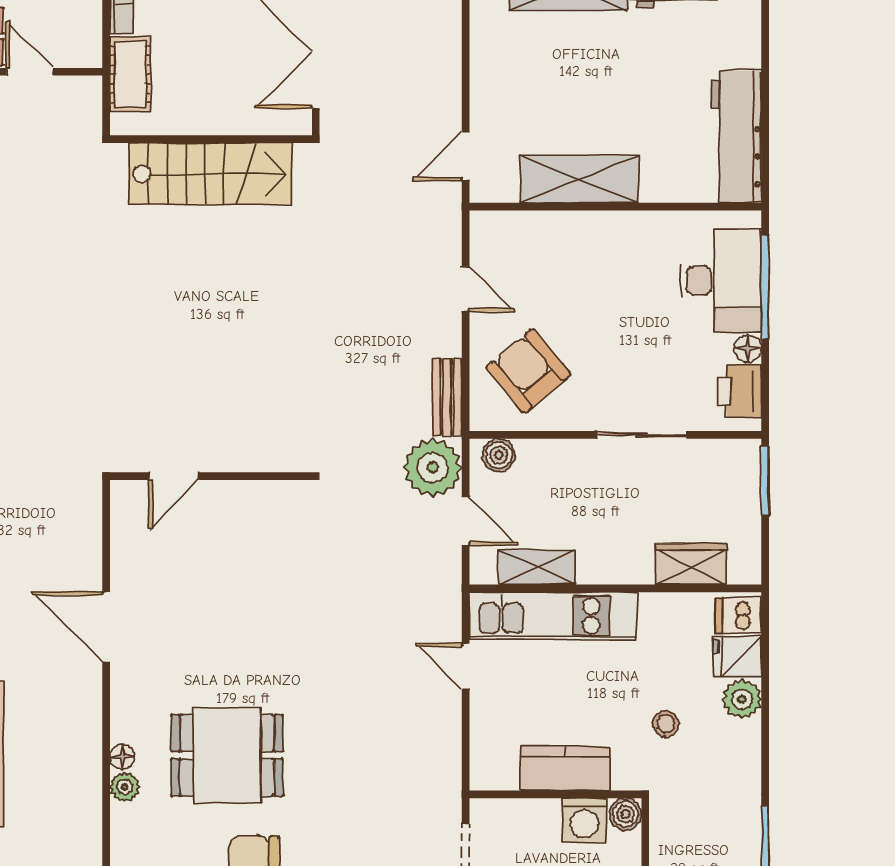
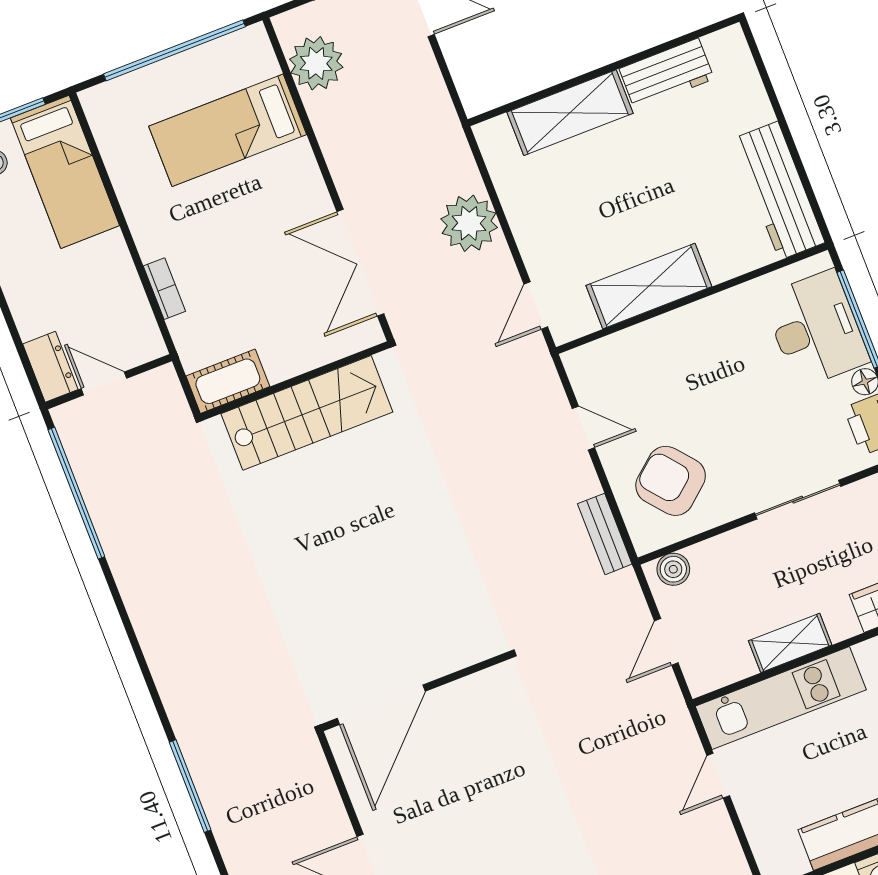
cot: (130, 74) -> (228, 381), moved, turned 90
plant: (433, 468) -> (469, 223), moved
door: (174, 476) -> (381, 705), width x1.88
door: (466, 521) -> (666, 642), swing flipped
shelving: (537, 567) -> (790, 643), moved
door: (466, 666) -> (718, 776), hinge flipped

